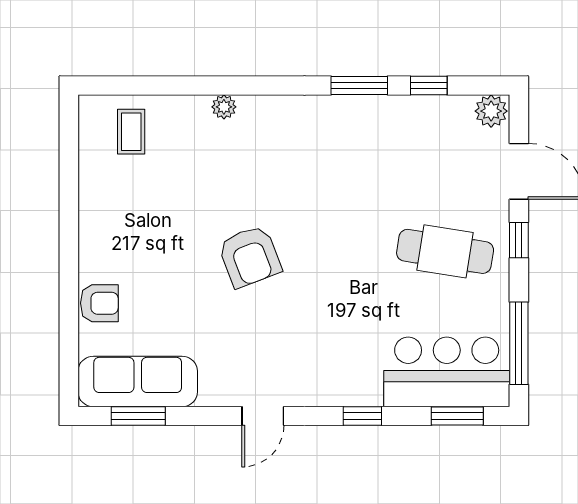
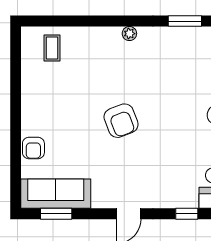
plant: (224, 107) -> (129, 34), moved
armchair: (99, 303) -> (33, 148), turned 90

